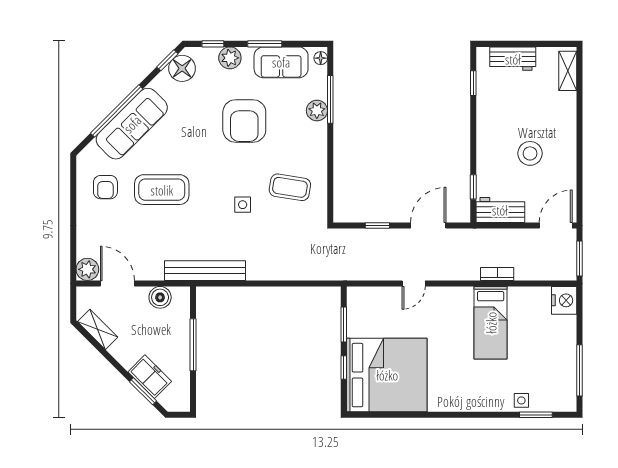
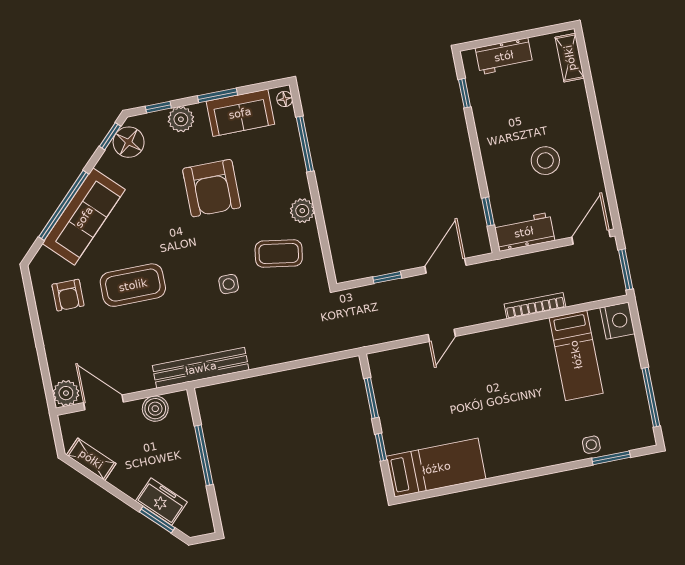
plant: (317, 111) -> (302, 211), moved
bookcase: (497, 274) -> (535, 306), width x1.56
bed: (491, 323) -> (576, 355), moved
bed: (387, 375) -> (436, 468), width x0.49

